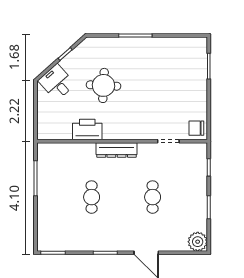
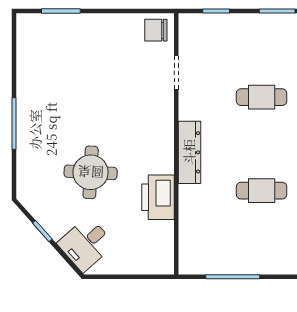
chair: (196, 128) -> (156, 30), turned 90

